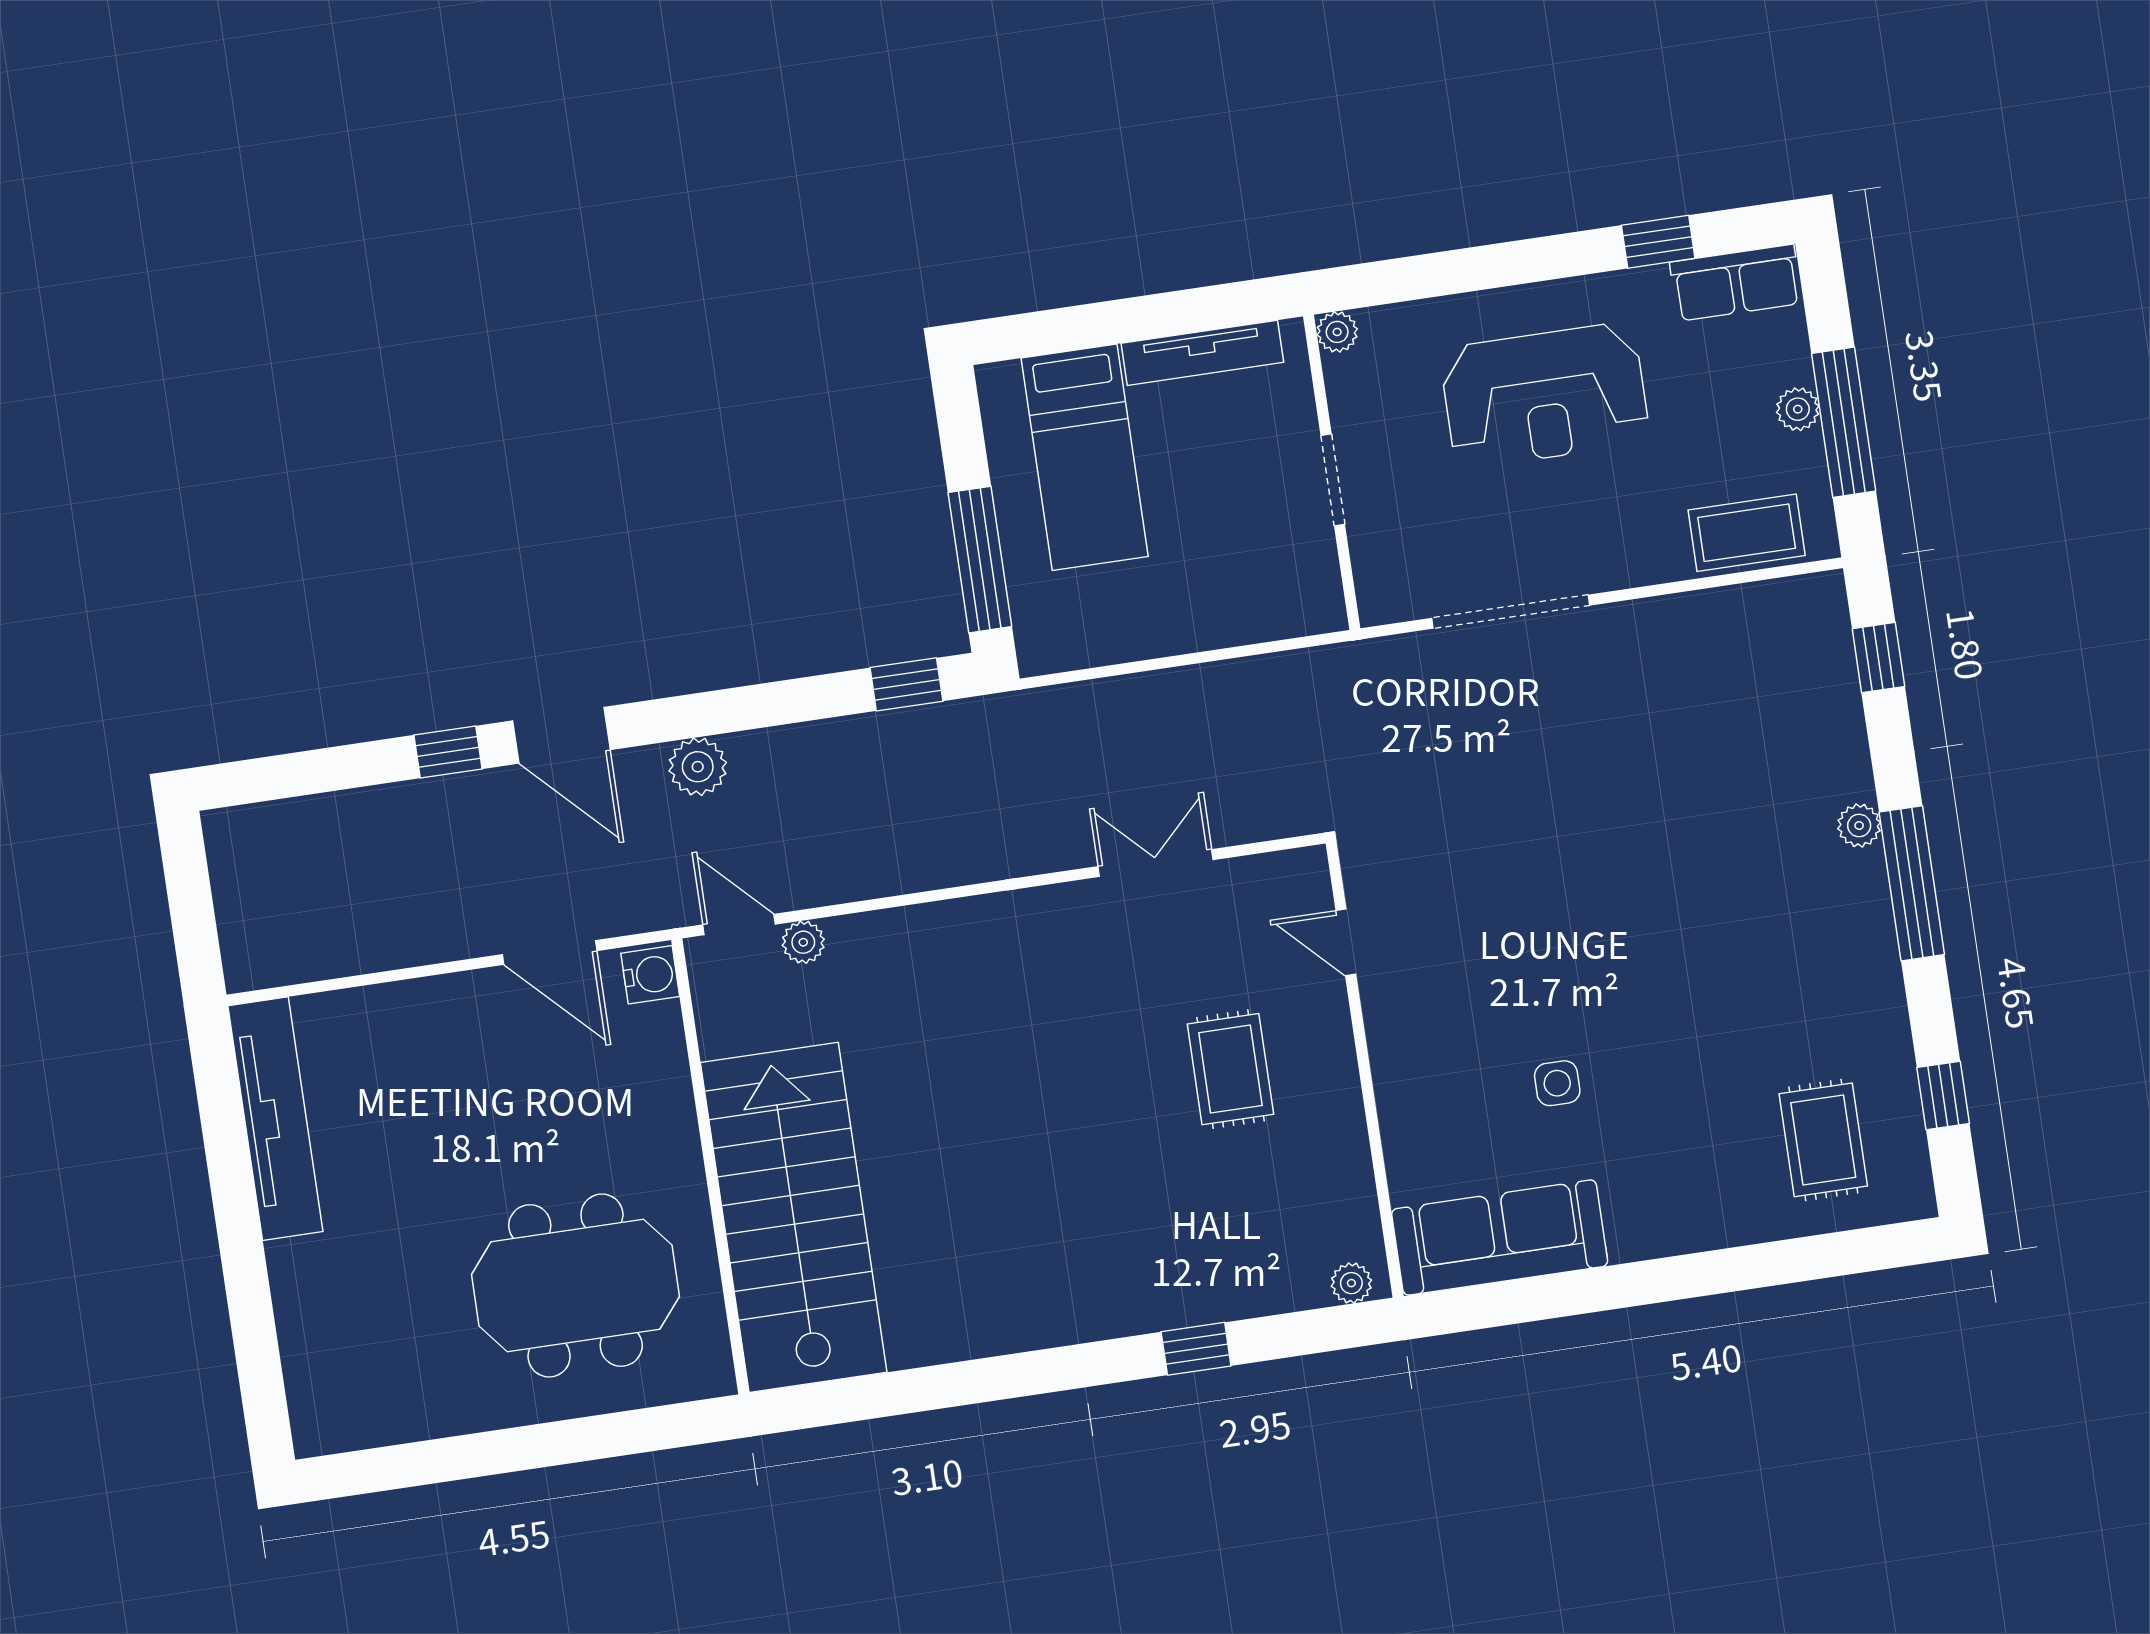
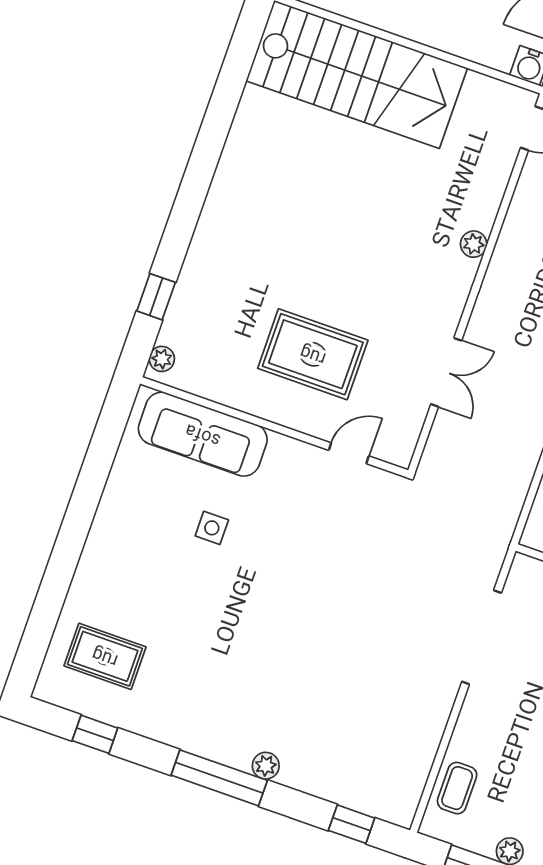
coffee table: (1747, 533) -> (457, 788), width x0.73, depth x0.77
plant: (803, 942) -> (474, 244), moved
rug: (1230, 1069) -> (313, 354), width x1.36, depth x1.43
sofa: (1500, 1238) -> (203, 434), moved, turned 90
window: (1196, 1349) -> (156, 297), moved

